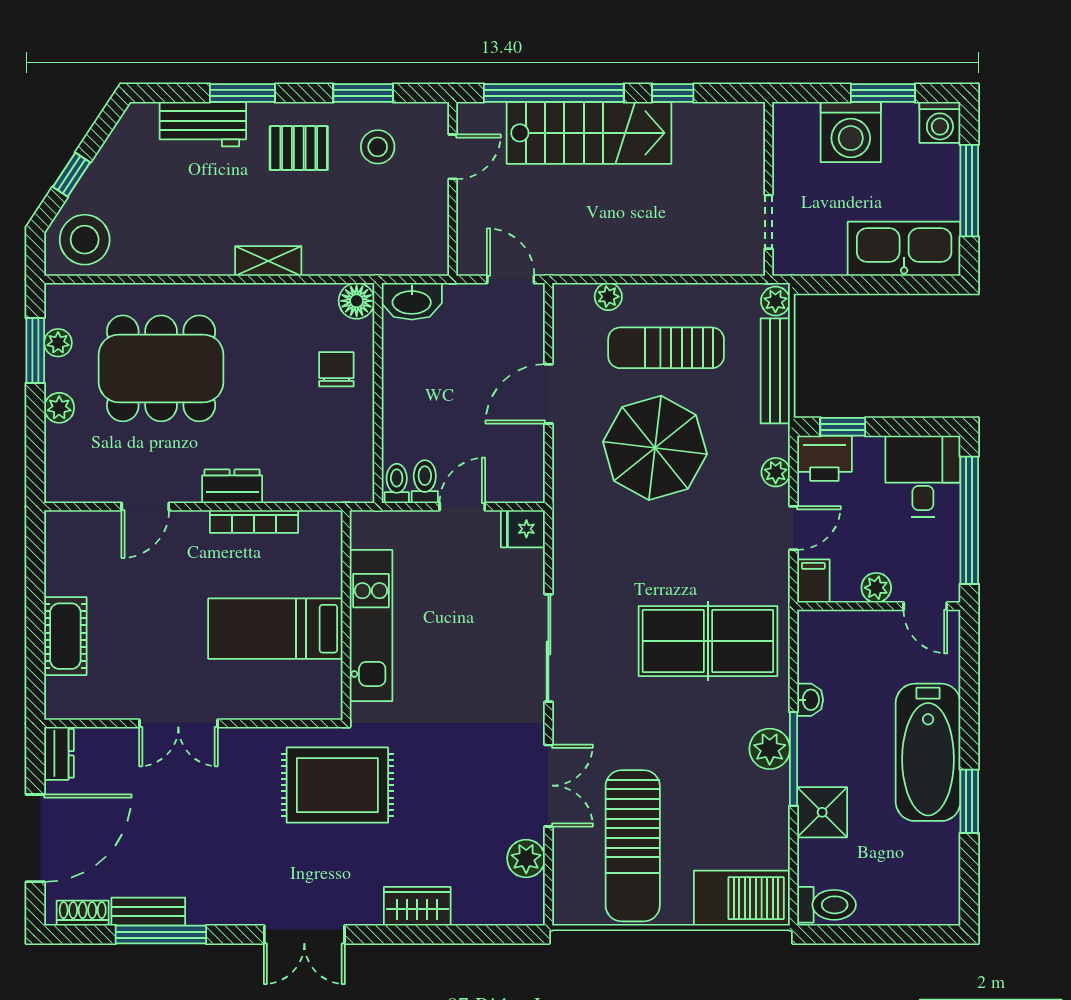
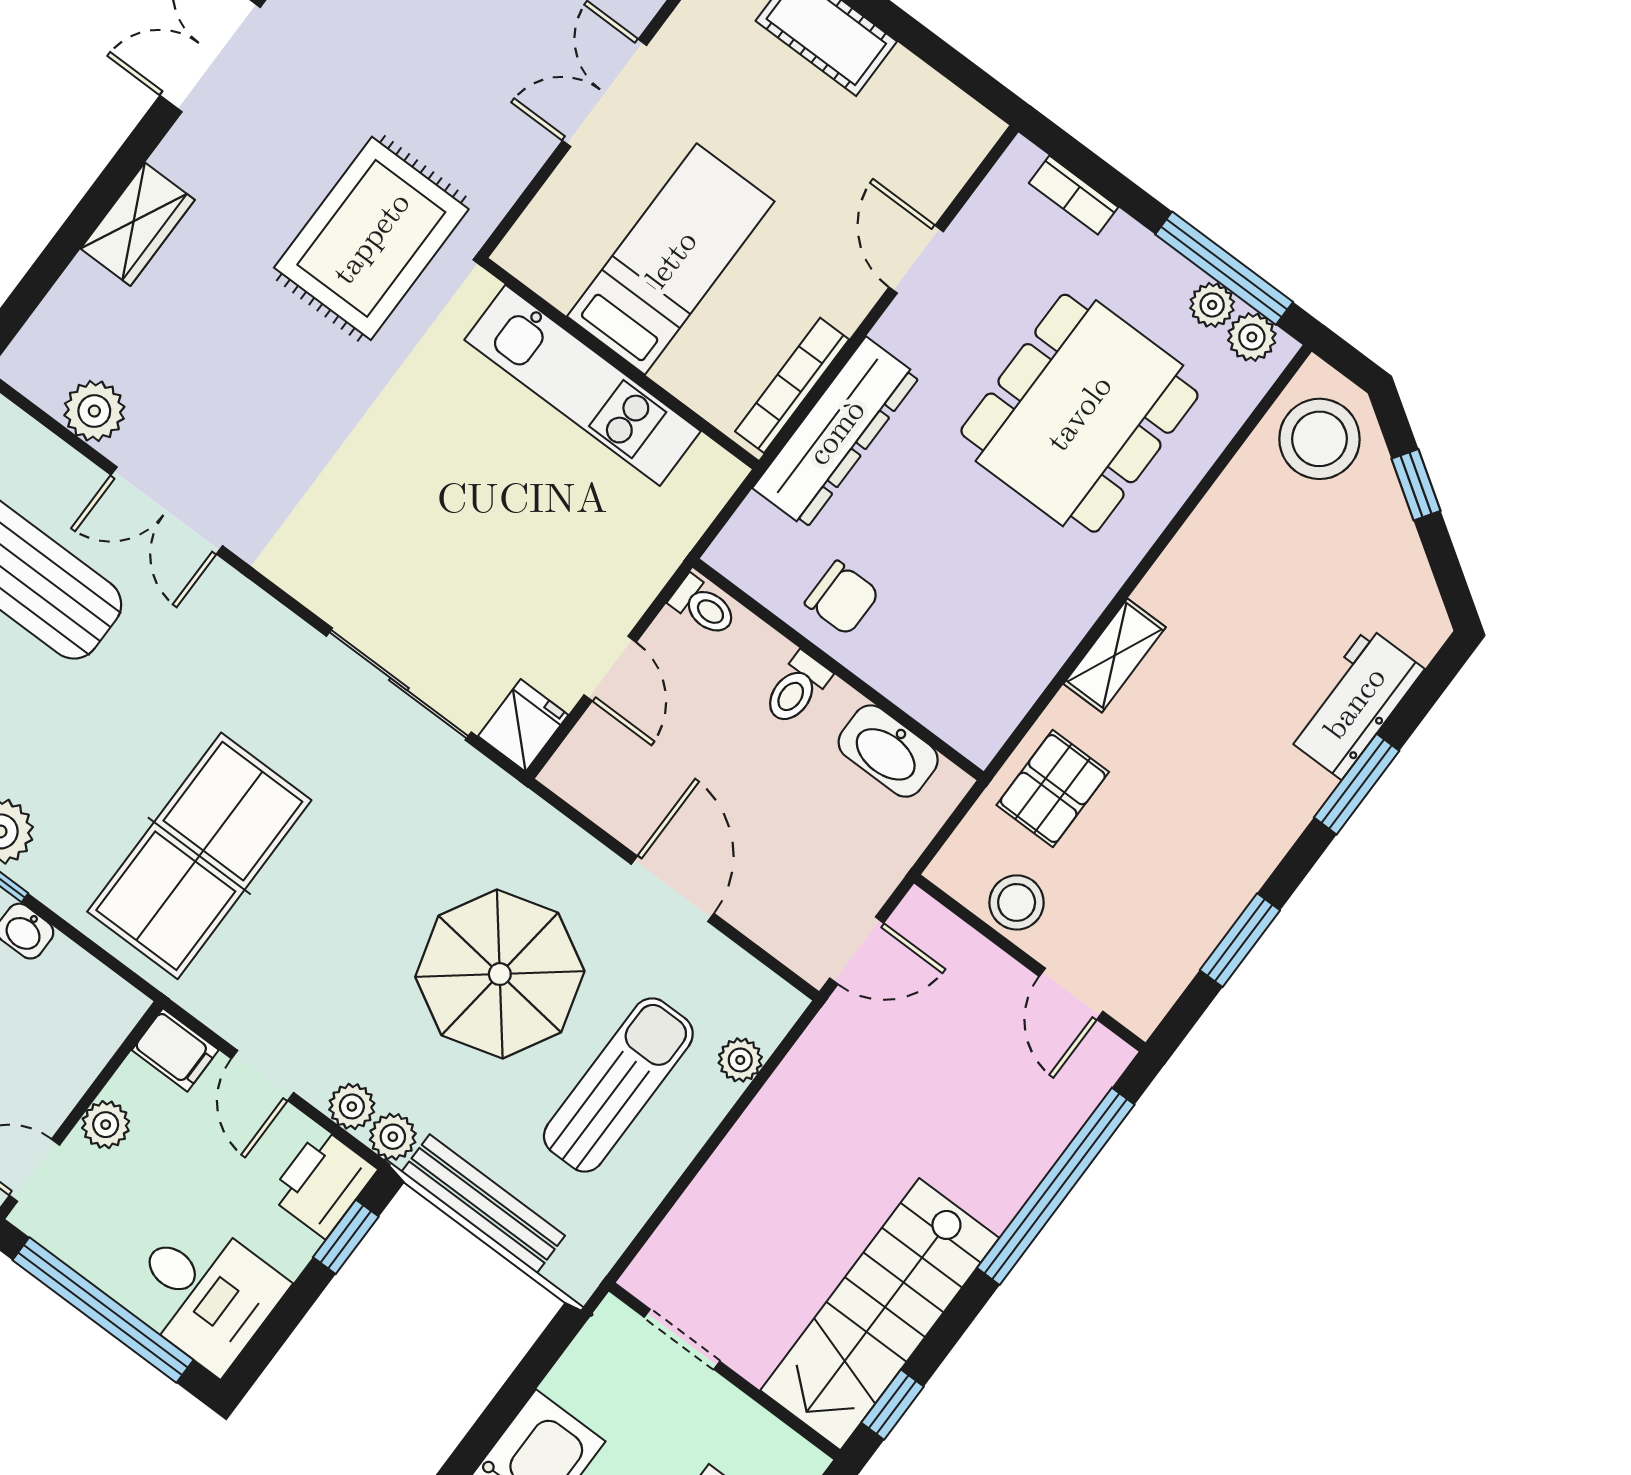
window: (673, 93) -> (892, 1405), moved
stairs: (589, 133) -> (880, 1314), moved
stool: (378, 147) -> (1017, 902), moved
pallet: (299, 148) -> (1053, 789), moved
floor lamp: (357, 301) -> (978, 731), removed
washbasin: (412, 301) -> (888, 751), moved, turned -90
plant: (775, 301) -> (393, 1137), moved
window: (35, 350) -> (1224, 268), width x1.44
chair: (336, 369) -> (842, 598), moved
plant: (59, 408) -> (1252, 337), moved
bookcase: (55, 452) -> (1074, 195), added
toilet: (425, 482) -> (797, 689), moved, turned 90
dresser: (232, 486) -> (836, 432), width x1.96, depth x1.24
wall: (346, 615) -> (620, 363), moved
kitchen unit: (371, 625) -> (583, 385), moved
bed: (275, 629) -> (671, 259), moved
sliding door: (548, 648) -> (399, 684), moved

